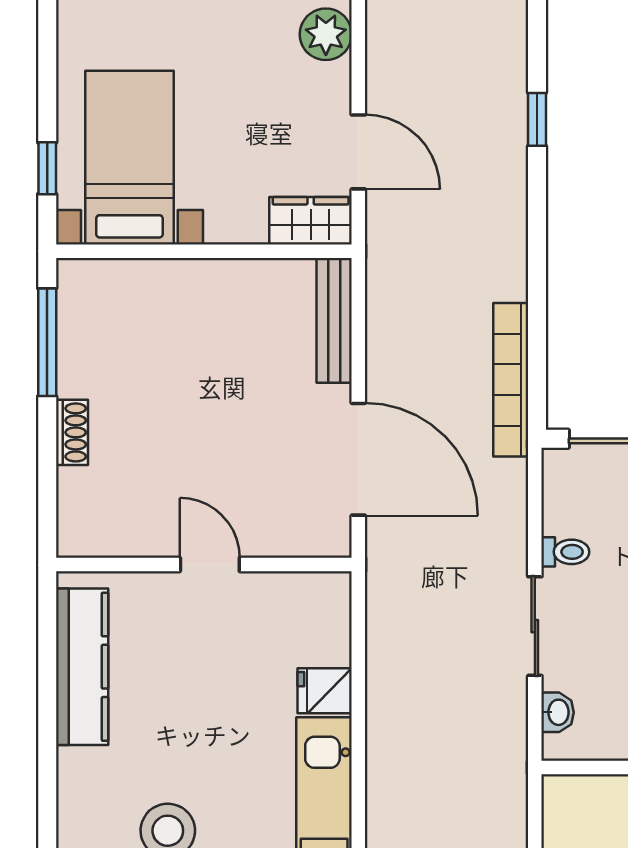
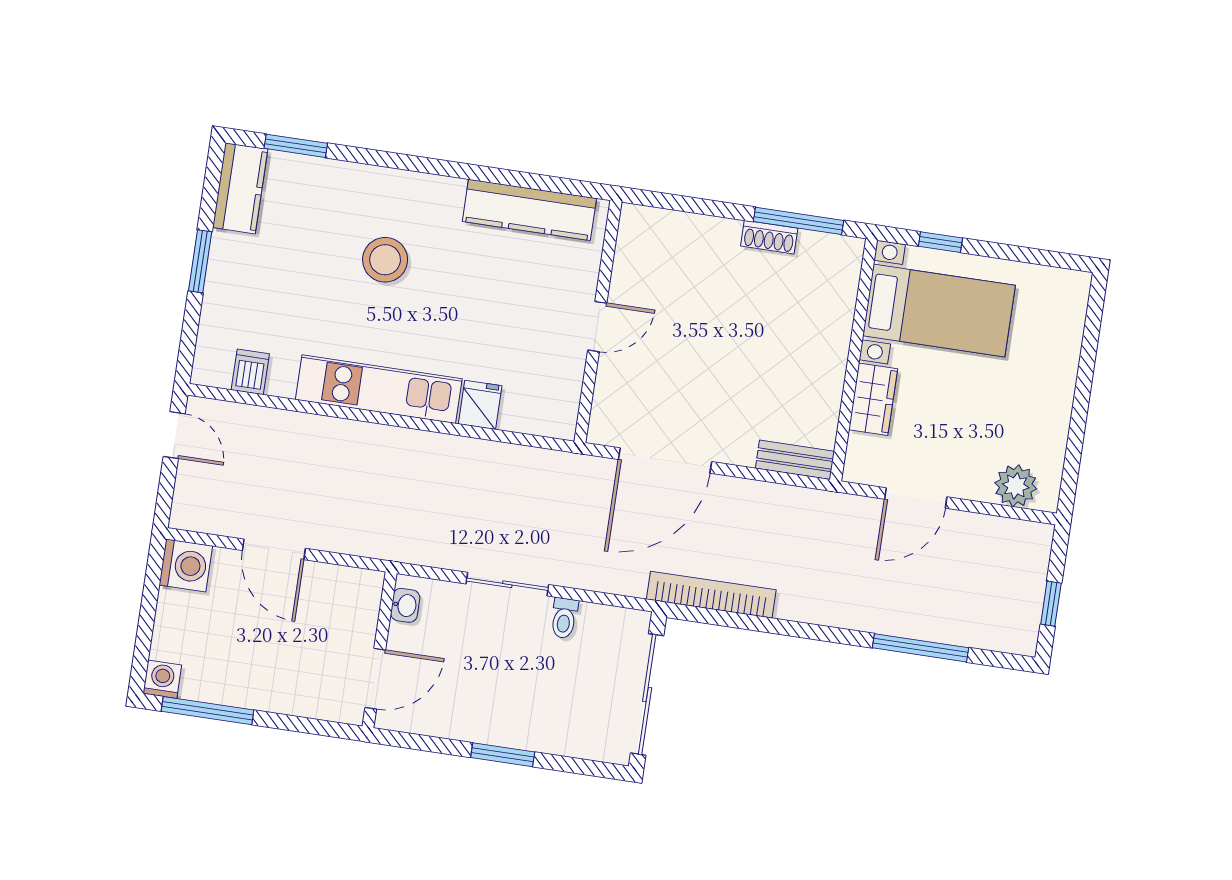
window: (537, 119) -> (921, 648), width x2.17
wardrobe: (311, 221) -> (873, 399), moved
bench: (334, 320) -> (795, 460), width x0.73
shoe rack: (72, 432) -> (769, 237), moved
washbasin: (558, 712) -> (405, 605), moved, turned -90

